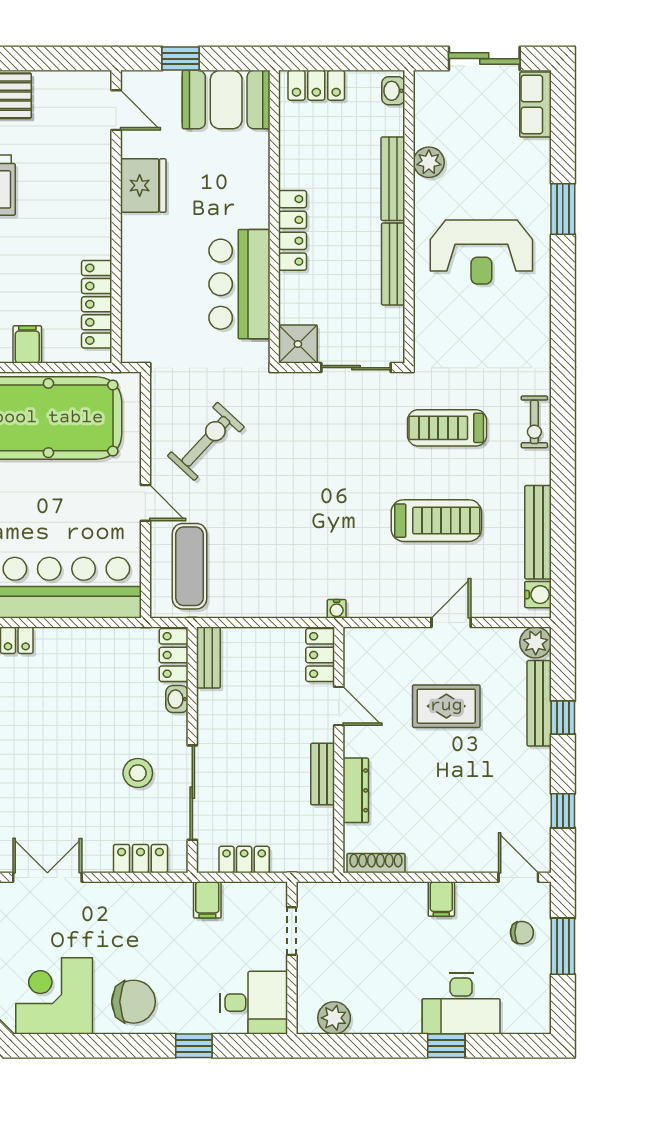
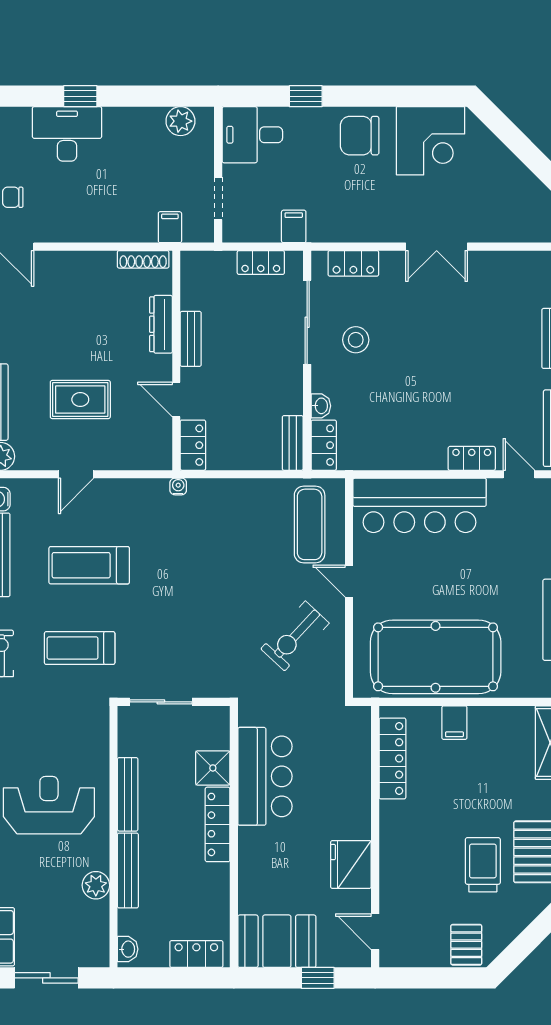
shower: (298, 344) -> (213, 768), moved
treadmill: (447, 428) -> (80, 648), turned 180
filing cabinet: (441, 899) -> (170, 227), moved

